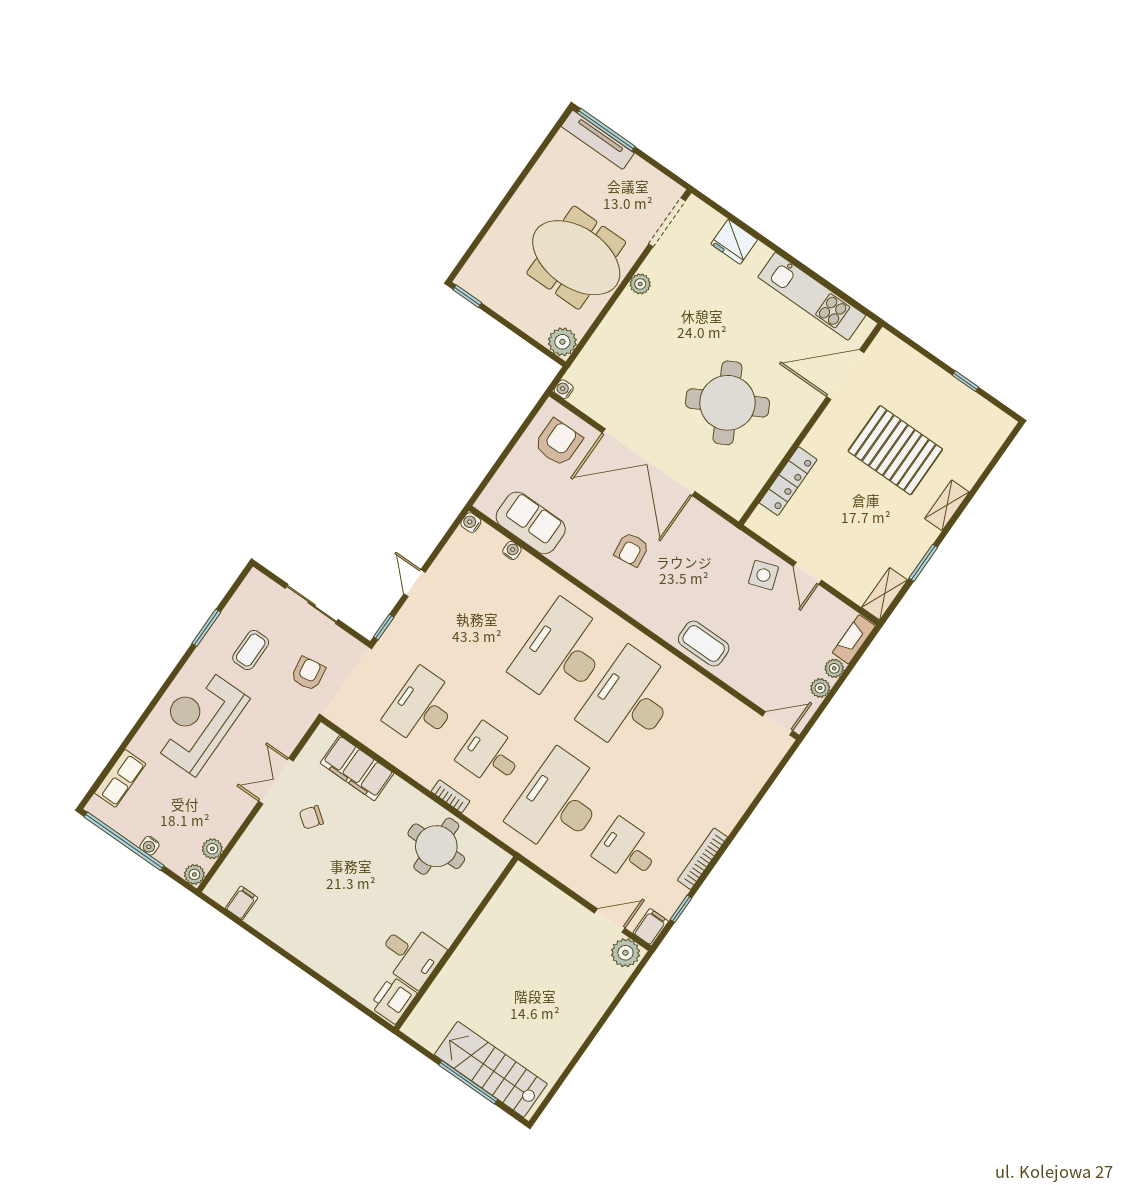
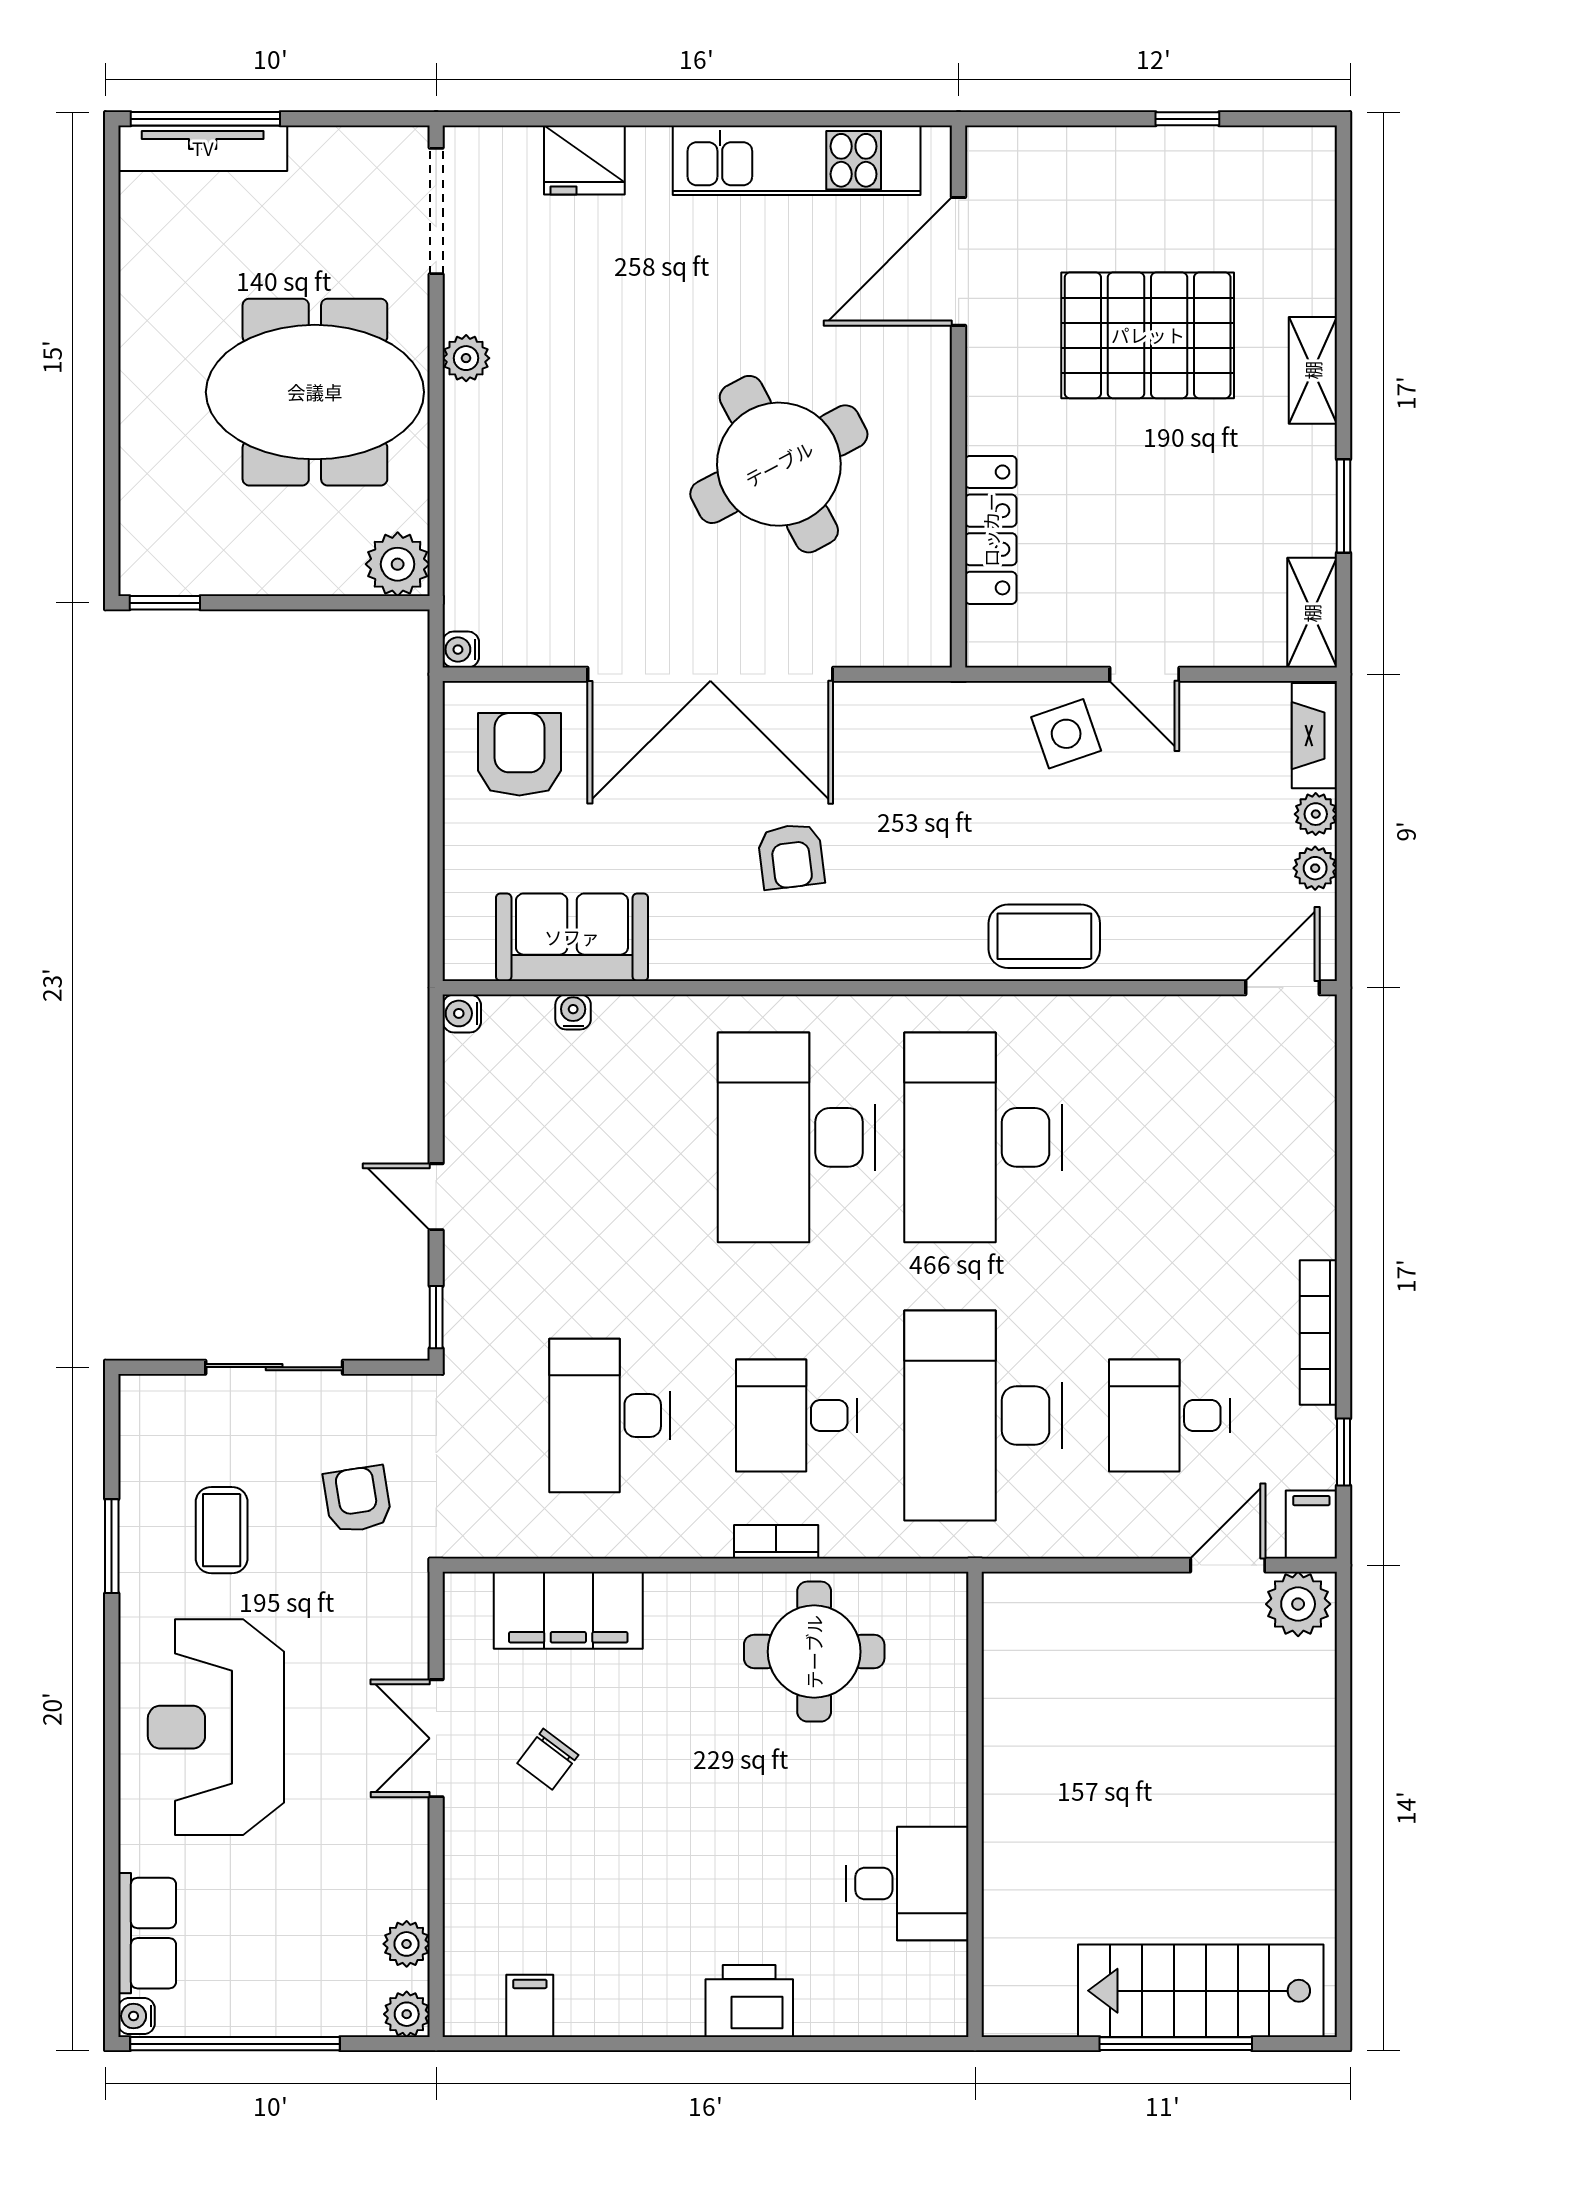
water cooler: (150, 846) -> (136, 2016), moved, turned 90
printer: (393, 1000) -> (749, 2001), moved, turned 90

